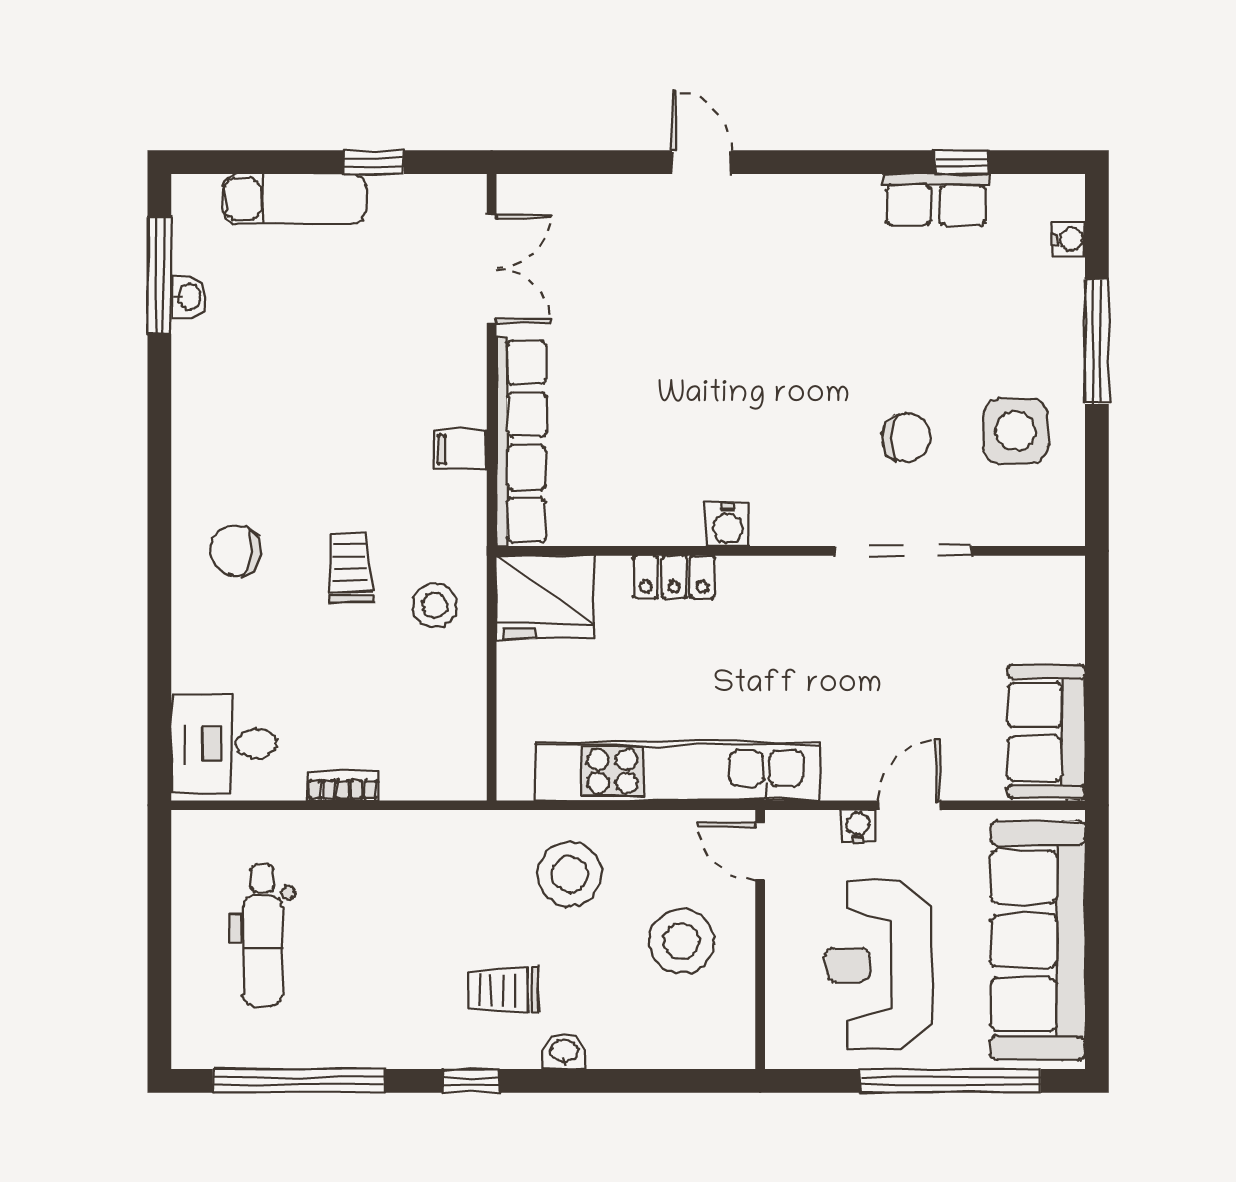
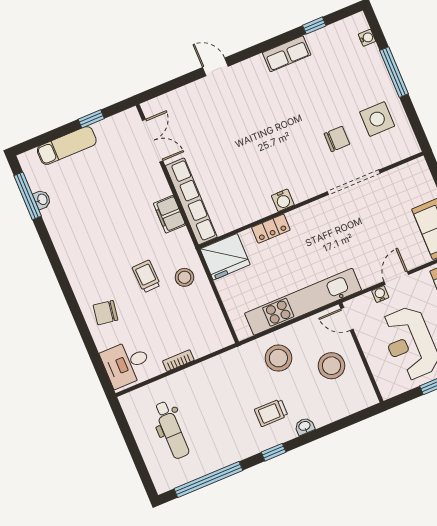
row of seats: (936, 200) -> (287, 54), moved
filing cabinet: (460, 450) -> (170, 214), width x2.00
chair: (236, 550) -> (105, 313), moved

